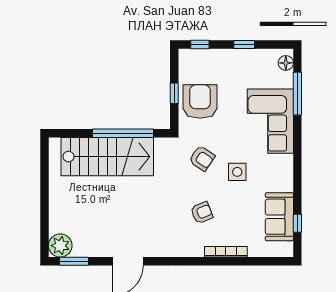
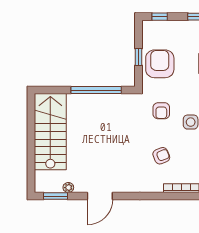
stairs: (107, 157) -> (50, 132), moved, turned -90
armchair: (202, 158) -> (161, 111), turned 56
plant: (60, 246) -> (68, 188), moved, width x0.53, depth x0.53

